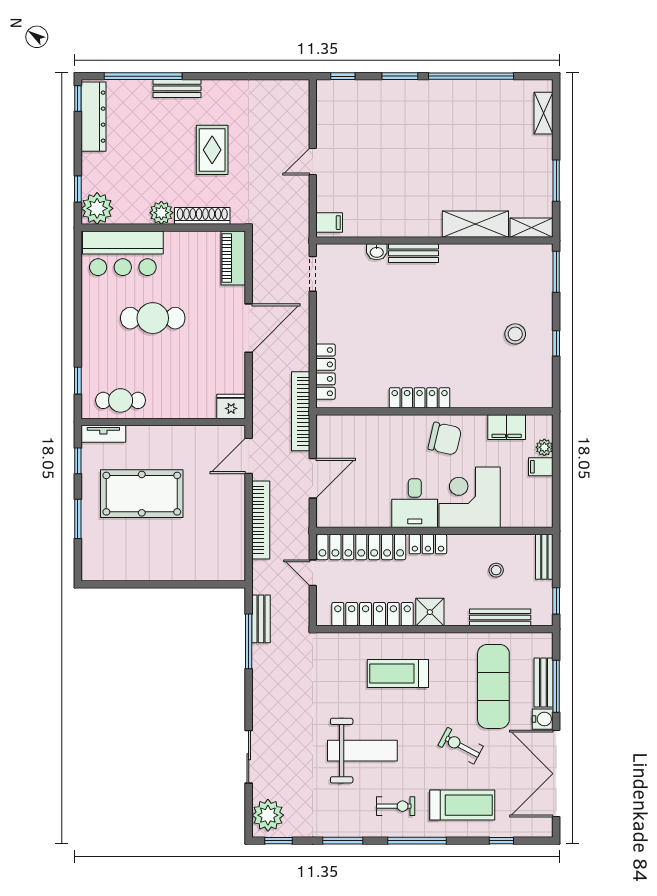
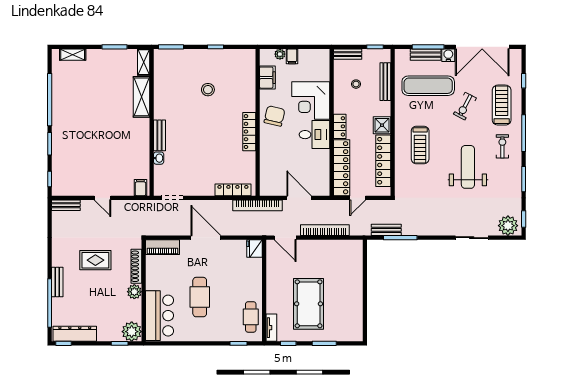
bench: (301, 102) -> (66, 205), added
stool: (515, 334) -> (208, 90), moved

